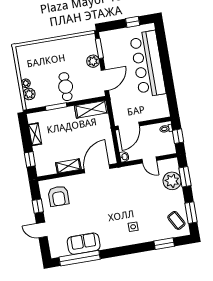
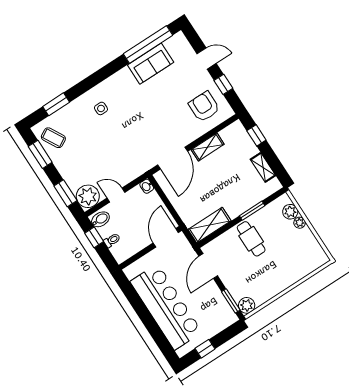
plant: (93, 61) -> (247, 305), moved
wall: (143, 124) -> (150, 248), moved
door: (129, 126) -> (166, 238), moved
bidet: (168, 147) -> (100, 219), added
plant: (172, 181) -> (88, 196), moved

